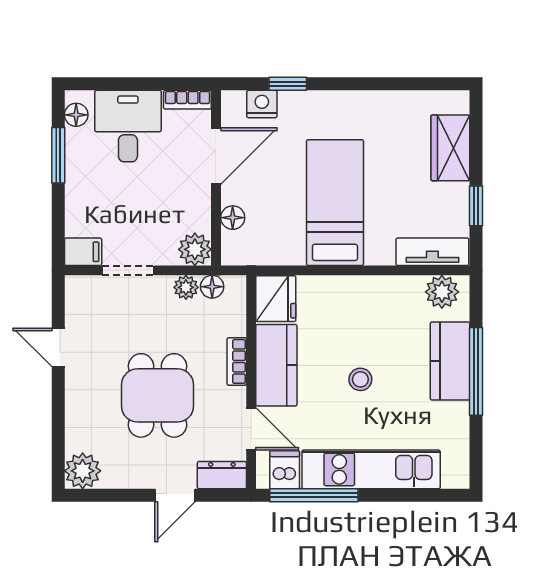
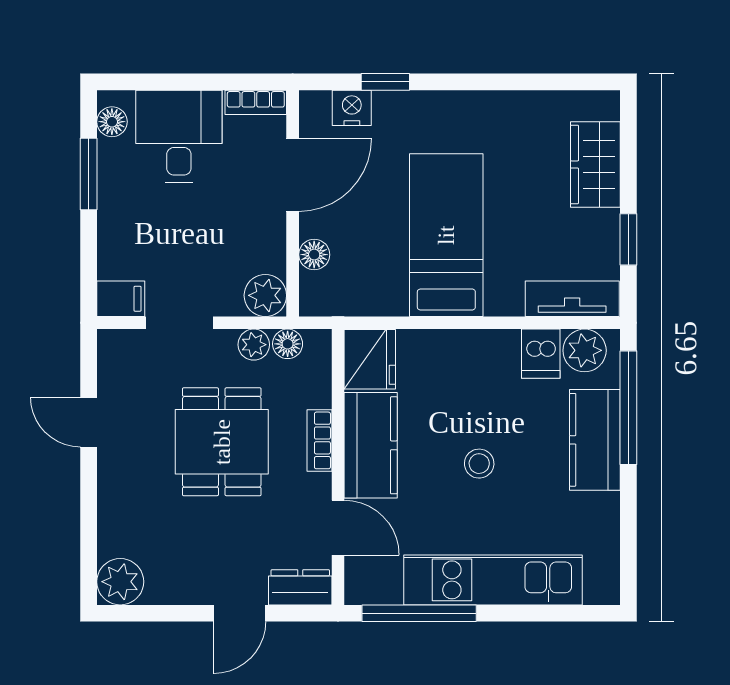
window: (476, 371) -> (628, 408), moved
dining table: (157, 395) -> (222, 442), moved
dishwasher: (285, 470) -> (541, 354), moved, turned 180

